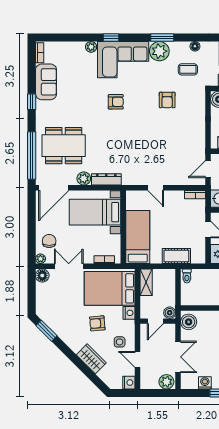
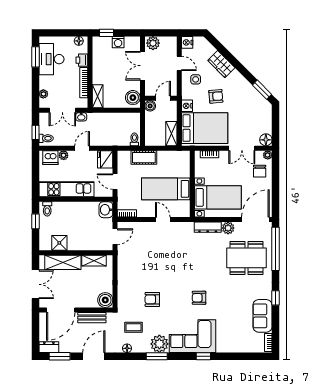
plant: (91, 47) -> (222, 348), removed
armchair: (167, 100) -> (152, 299), turned -90
bed: (138, 237) -> (166, 189), moved, turned 90

